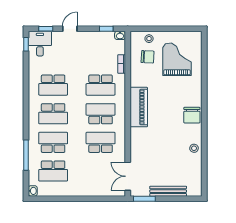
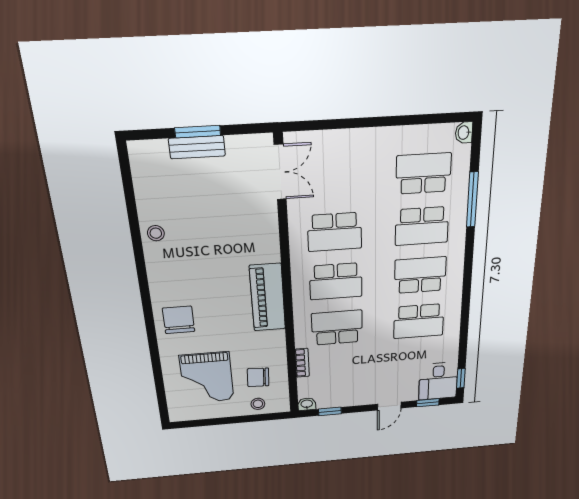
school desk: (53, 85) -> (419, 321), turned 180
chair: (192, 115) -> (179, 320), moved
bench: (168, 191) -> (197, 147), width x0.73
window: (144, 199) -> (198, 132), moved

